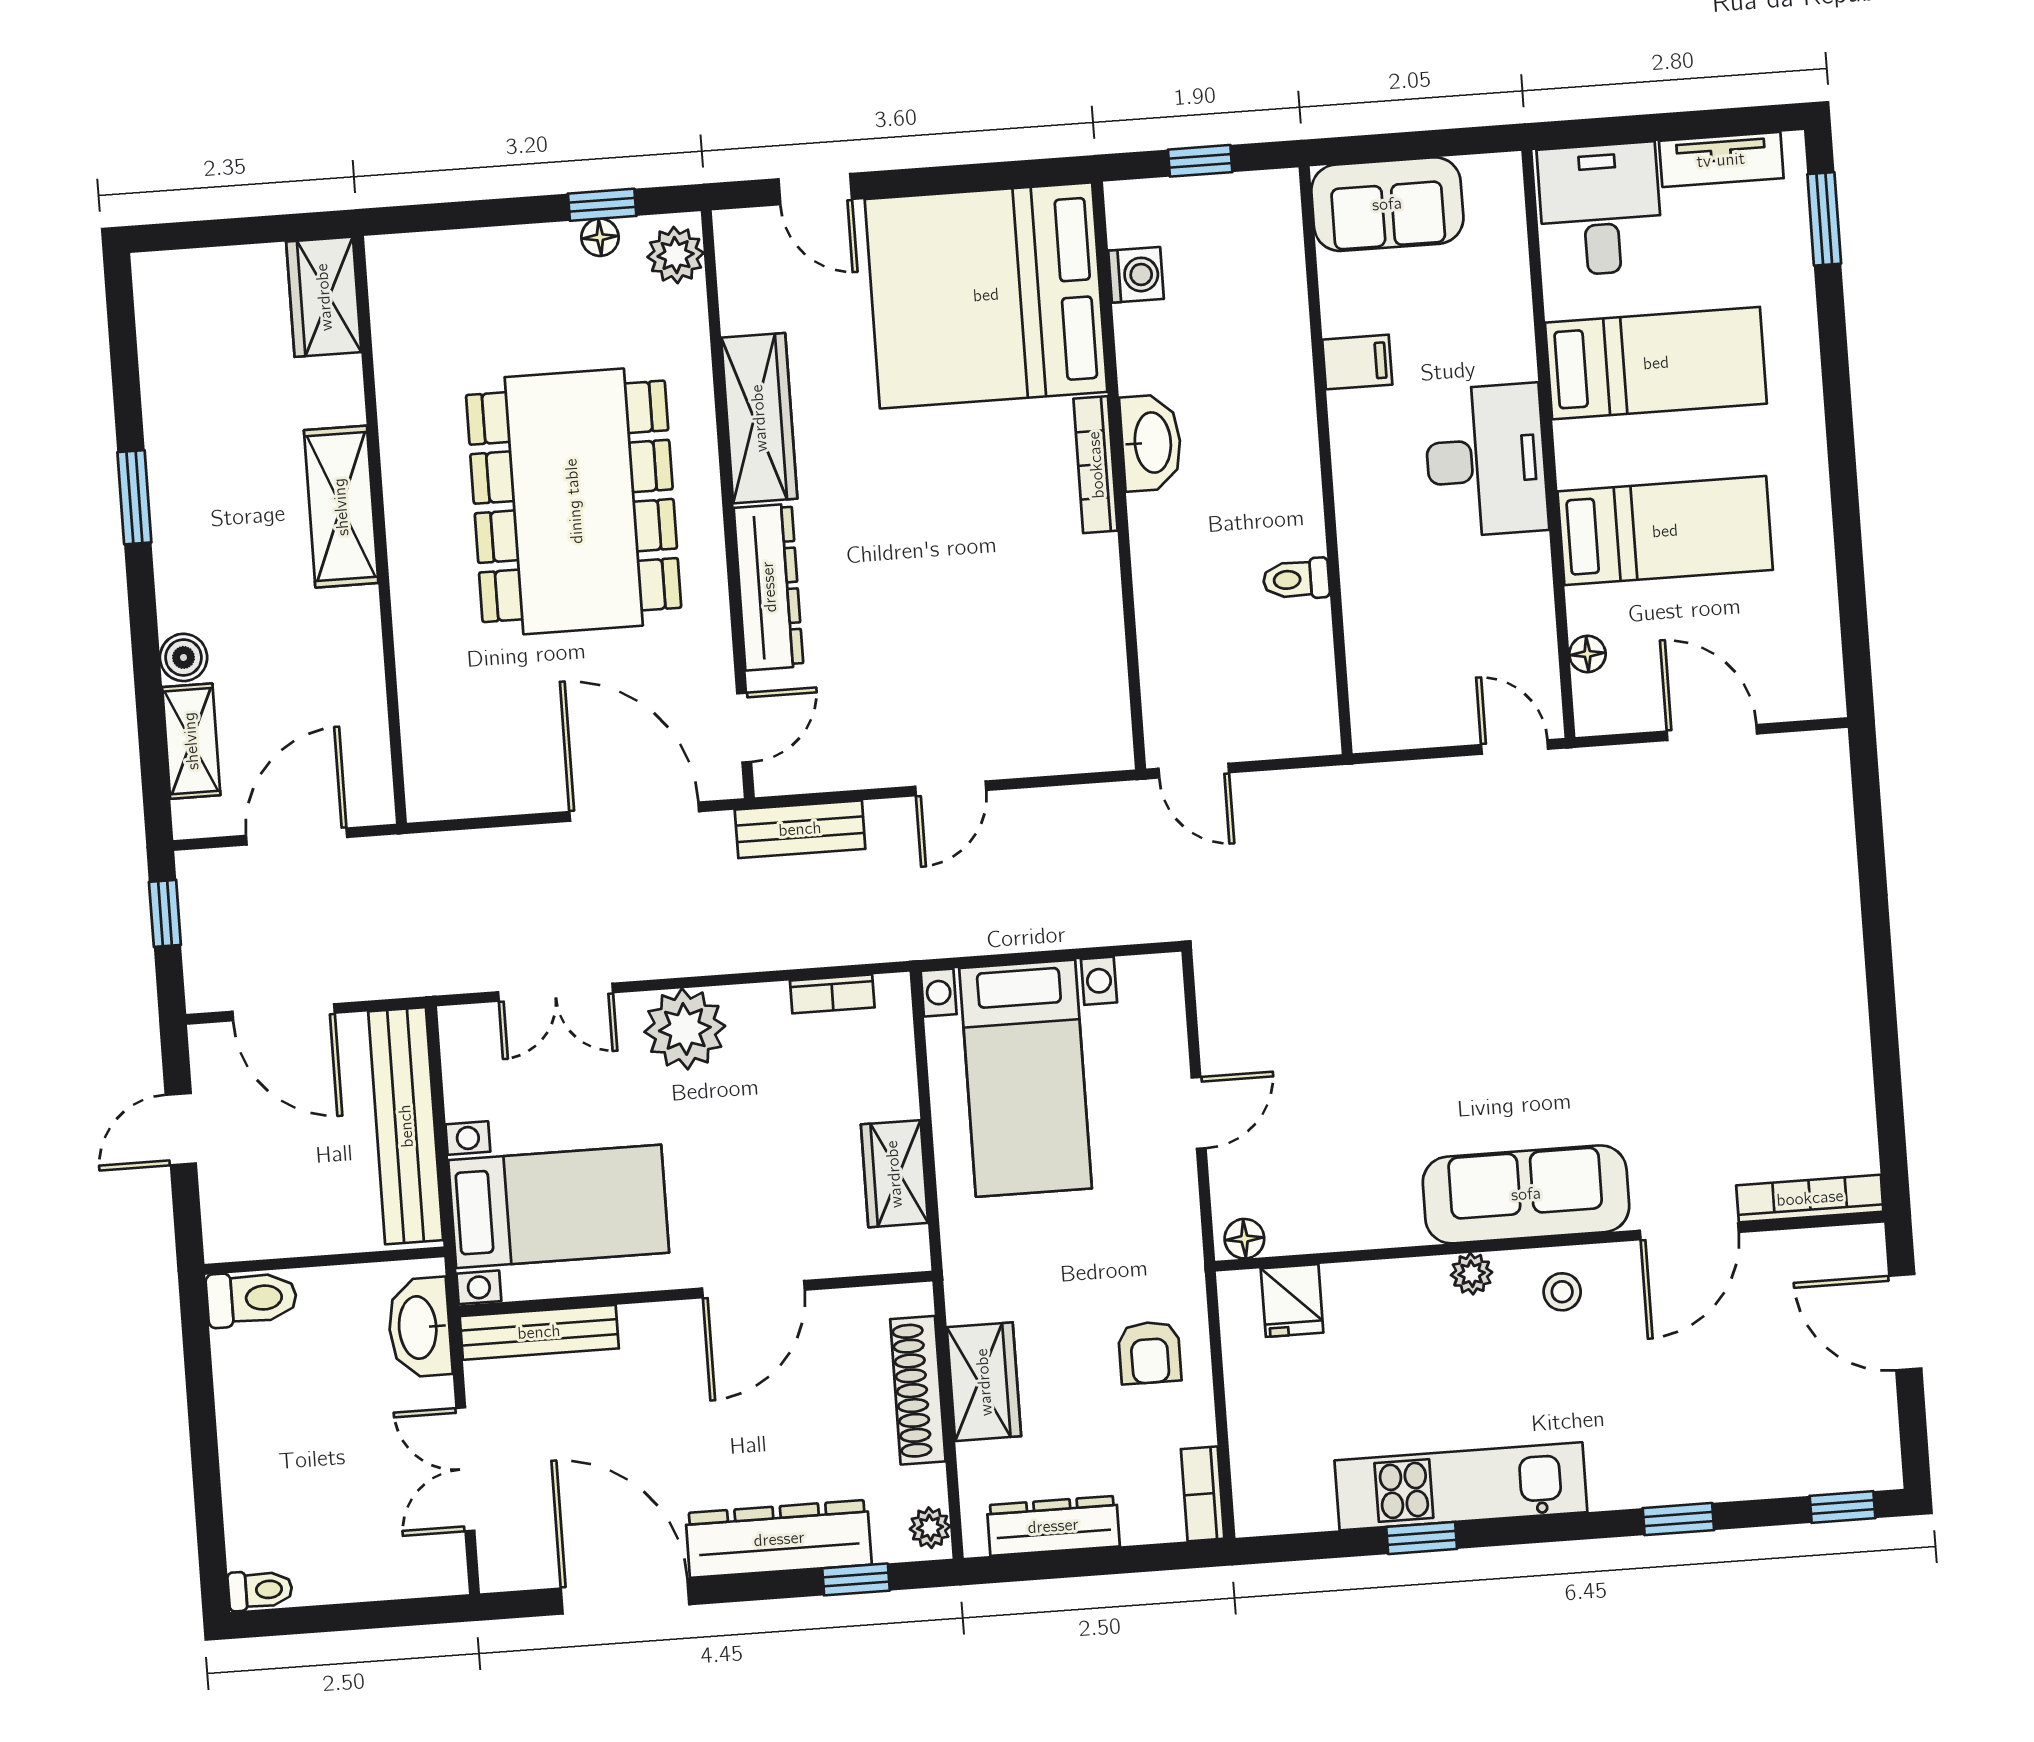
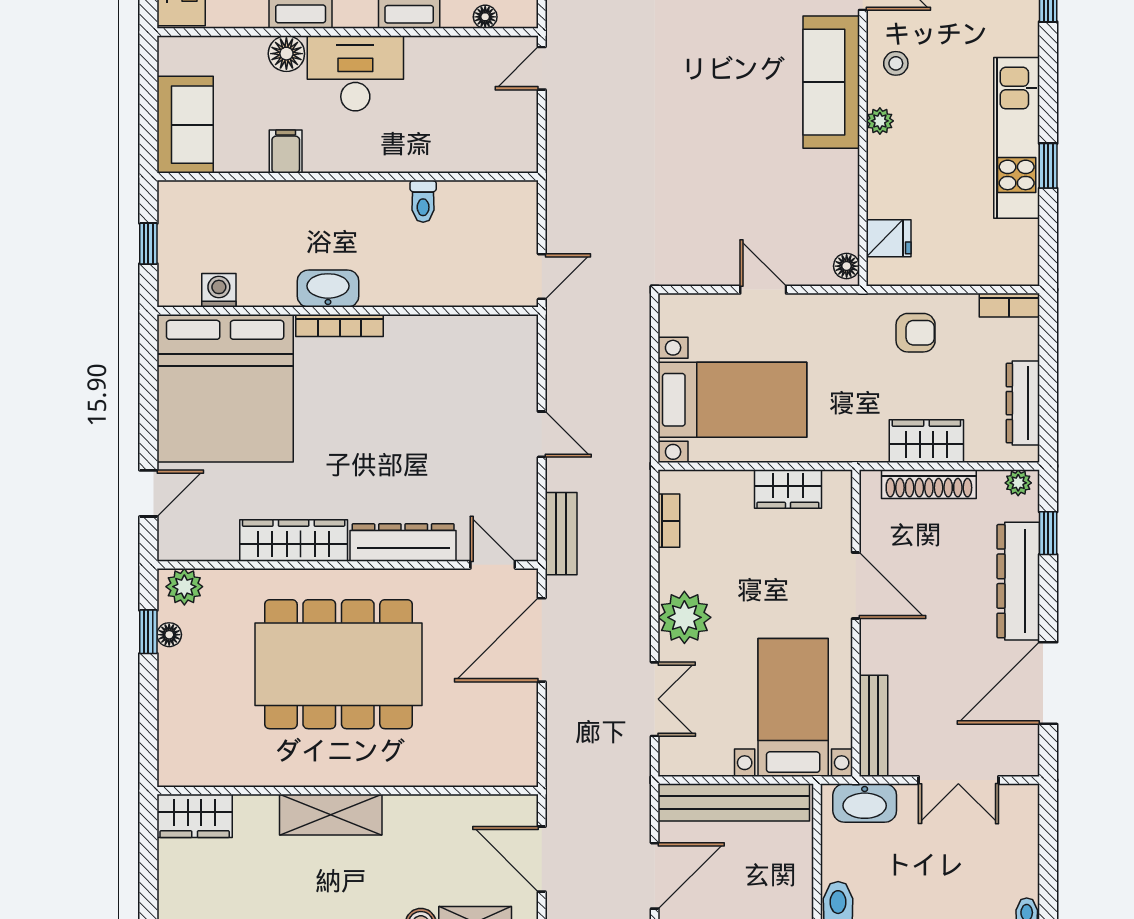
floor lamp: (1508, 352) -> (286, 54), added

